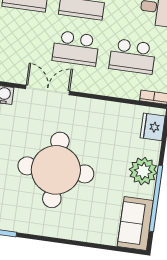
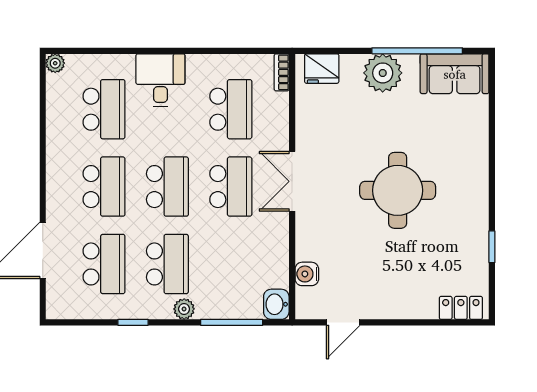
double door: (48, 90) -> (292, 181), moved
round table: (56, 170) -> (398, 190), width x0.73, depth x0.73

